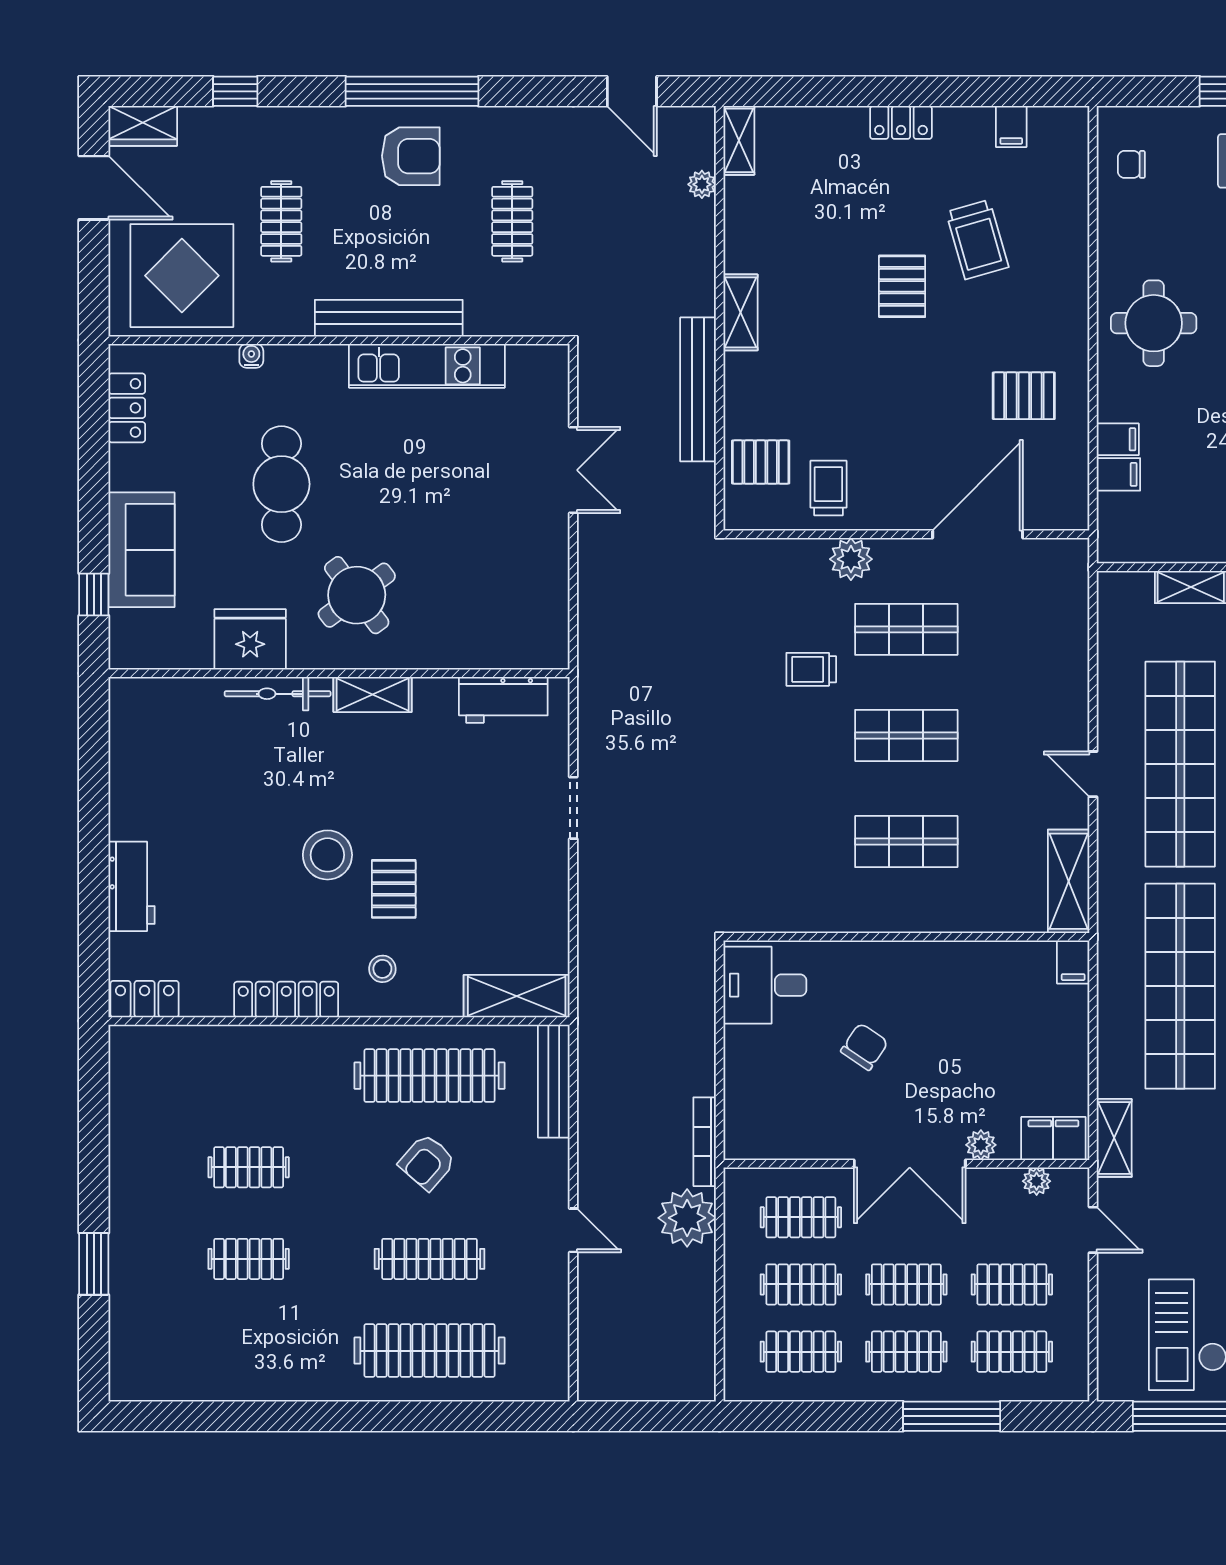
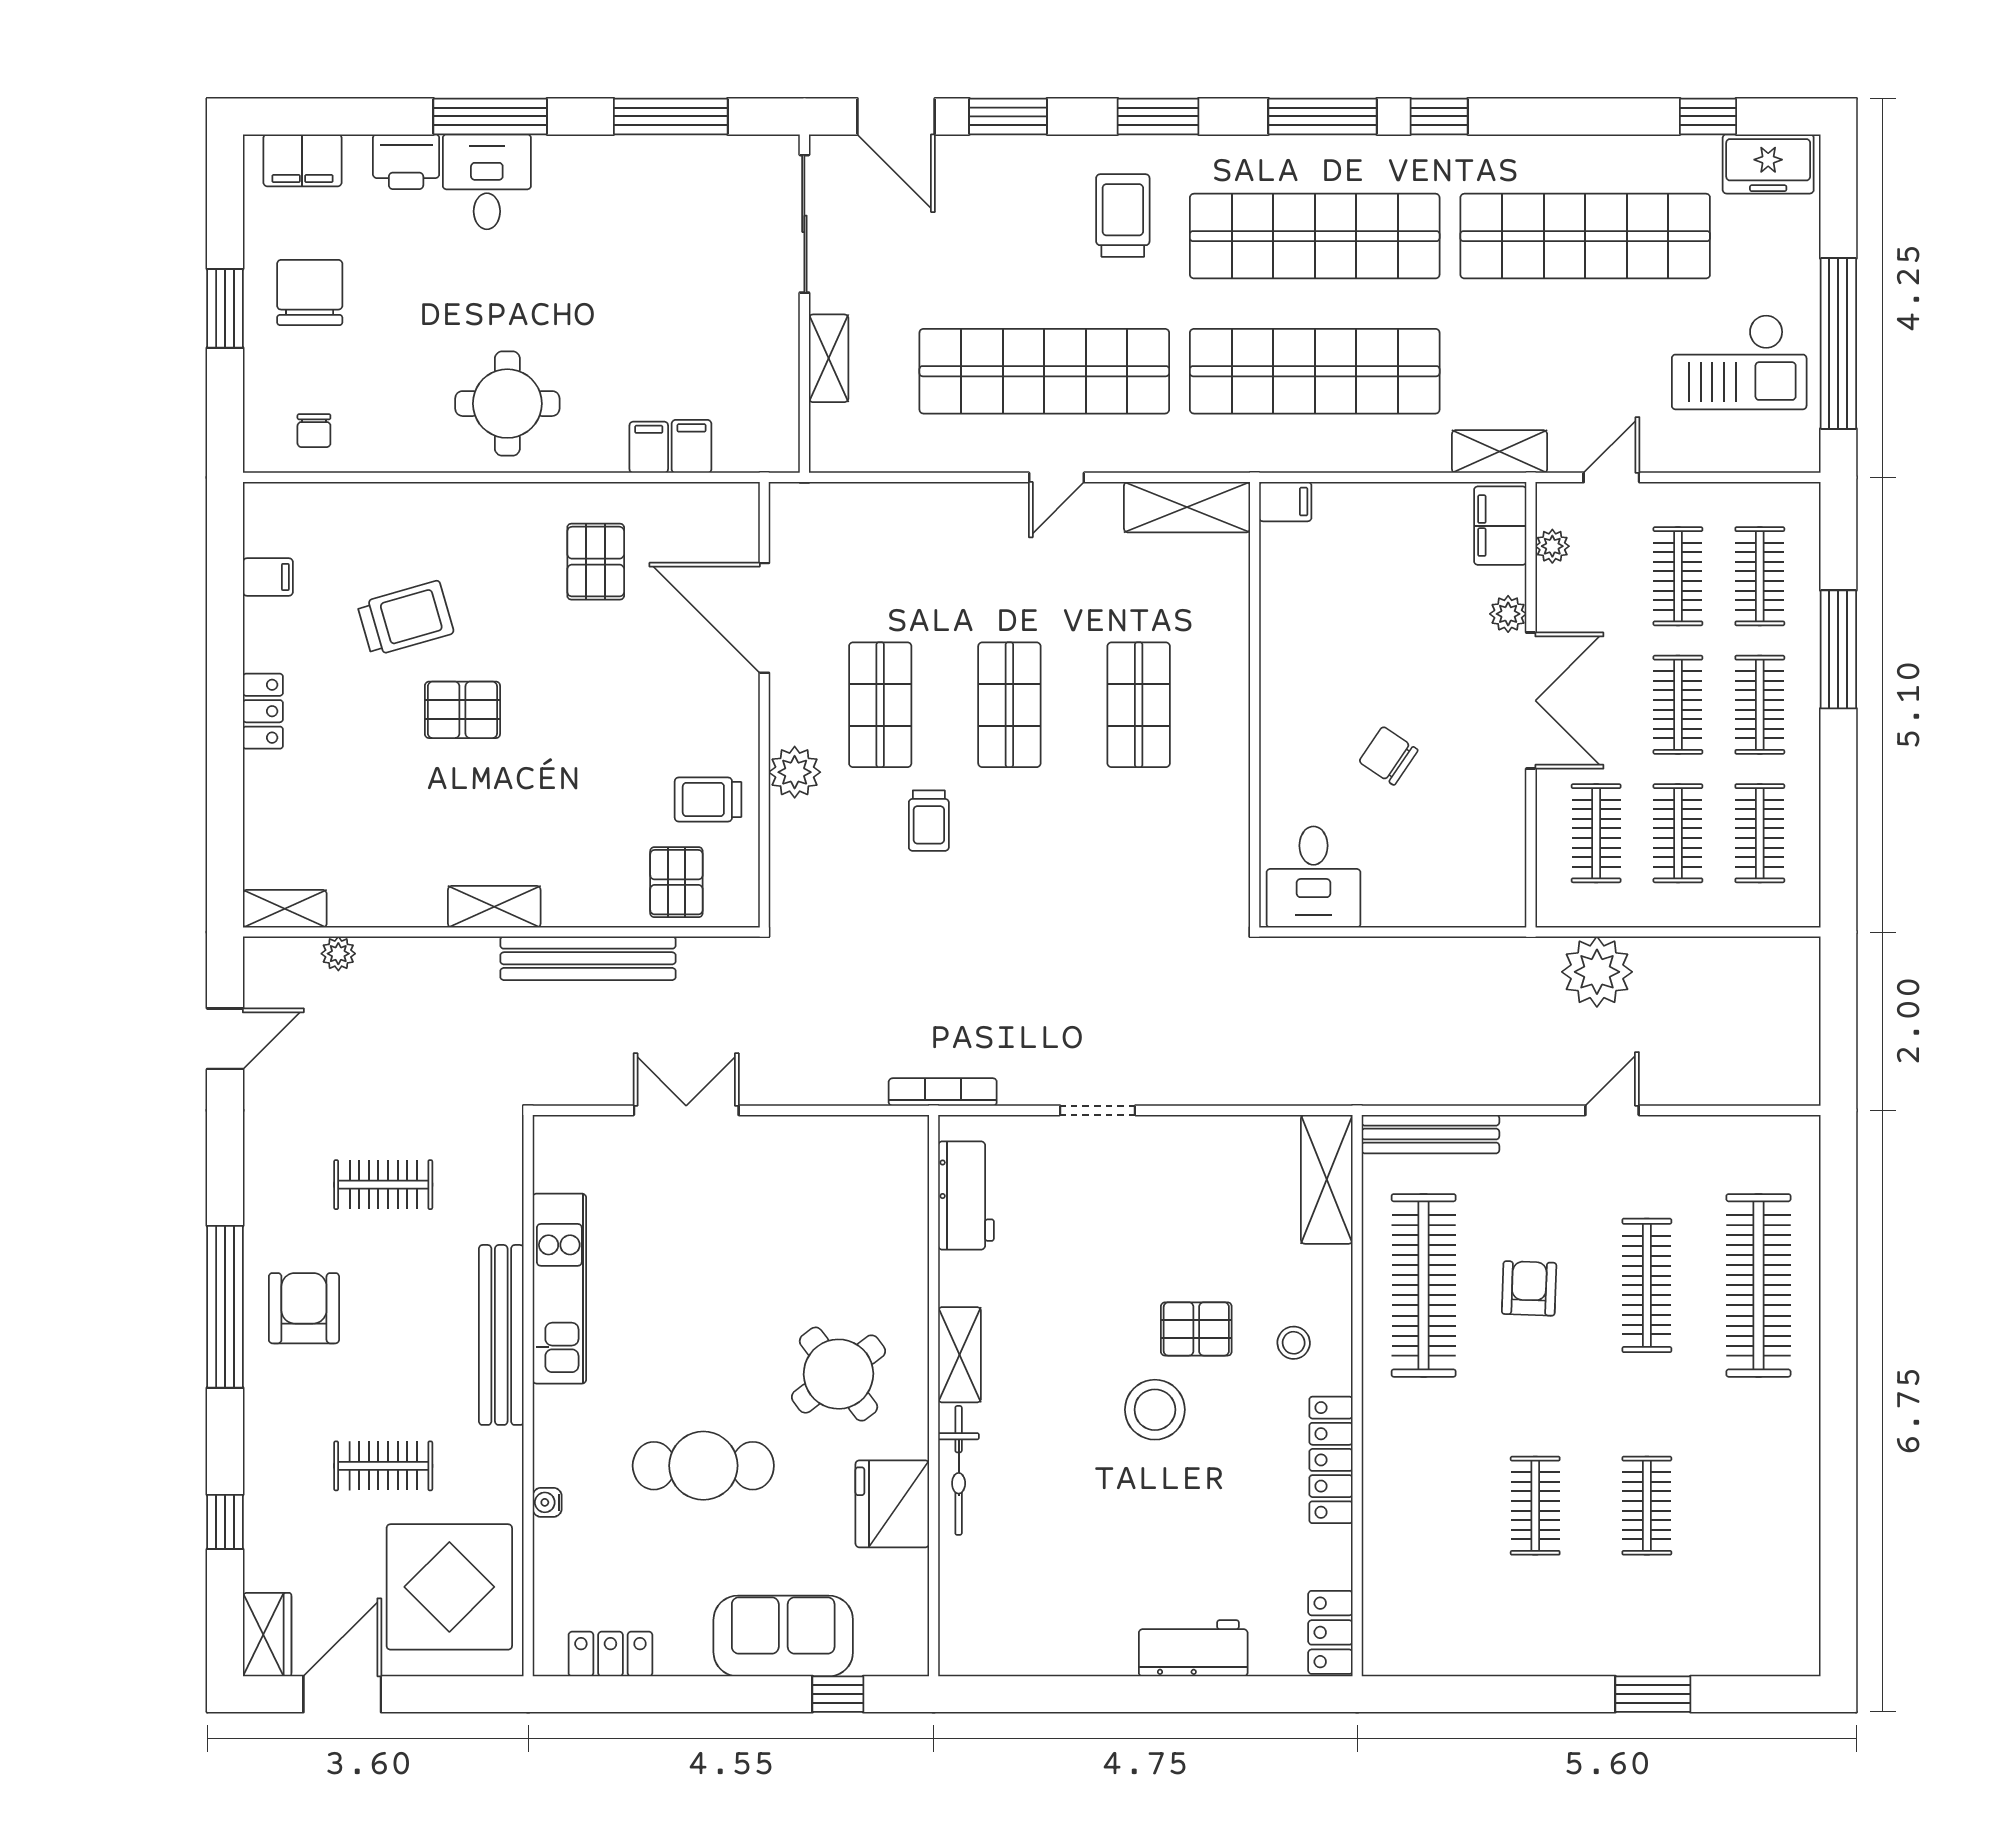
bookcase: (705, 1142) -> (943, 1092), moved, turned 180
armchair: (427, 1162) -> (1529, 1288), turned -129

